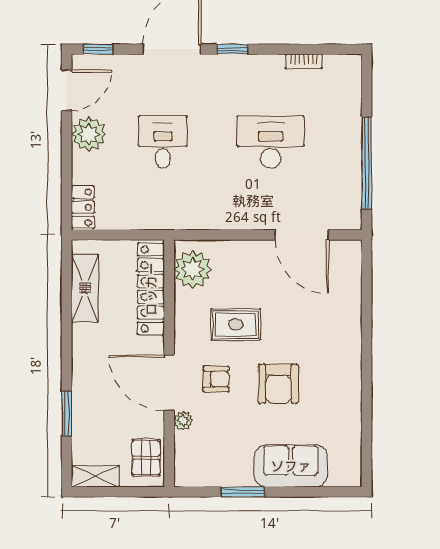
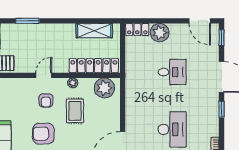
plant: (89, 134) -> (160, 33), moved
door: (169, 383) -> (44, 75), width x0.53
plant: (183, 421) -> (73, 83), moved

